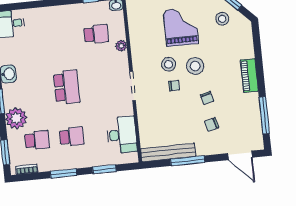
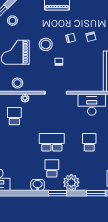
stool: (169, 64) -> (17, 83), moved
school desk: (37, 140) -> (52, 168), moved

